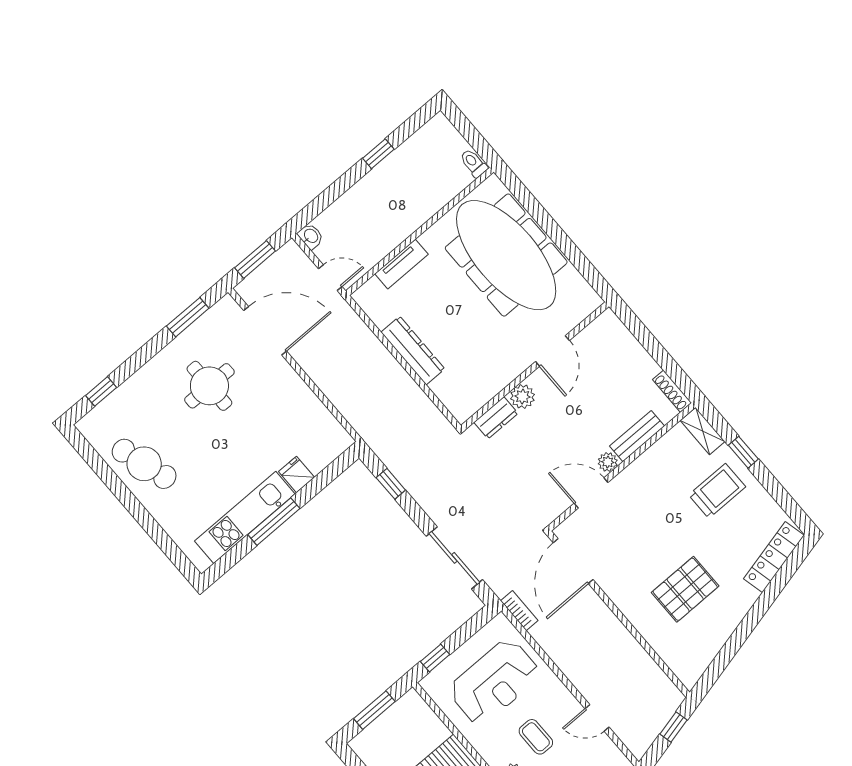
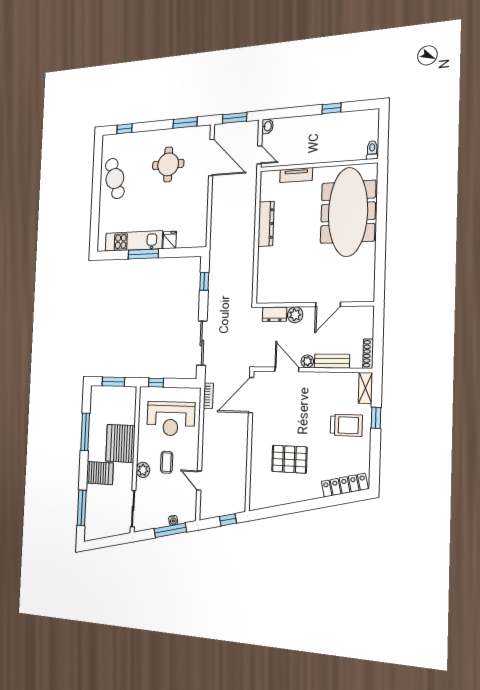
door: (552, 351) -> (328, 304), moved
wall: (535, 366) -> (314, 305), moved
plant: (523, 397) -> (295, 315), moved
dresser: (496, 418) -> (275, 314), moved

